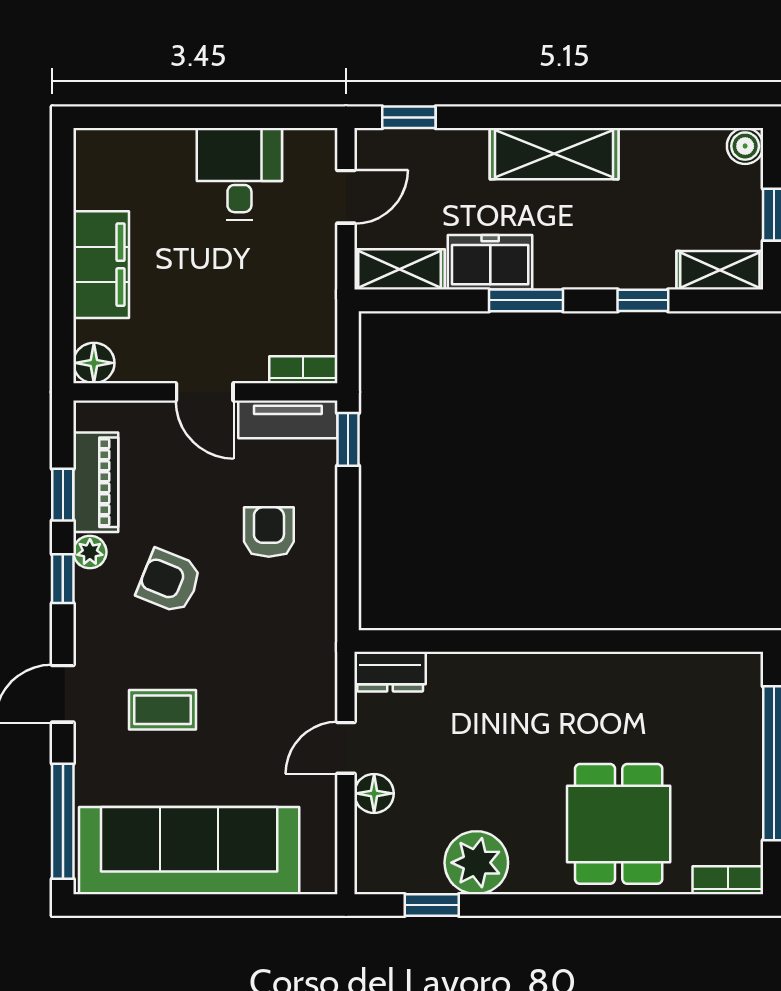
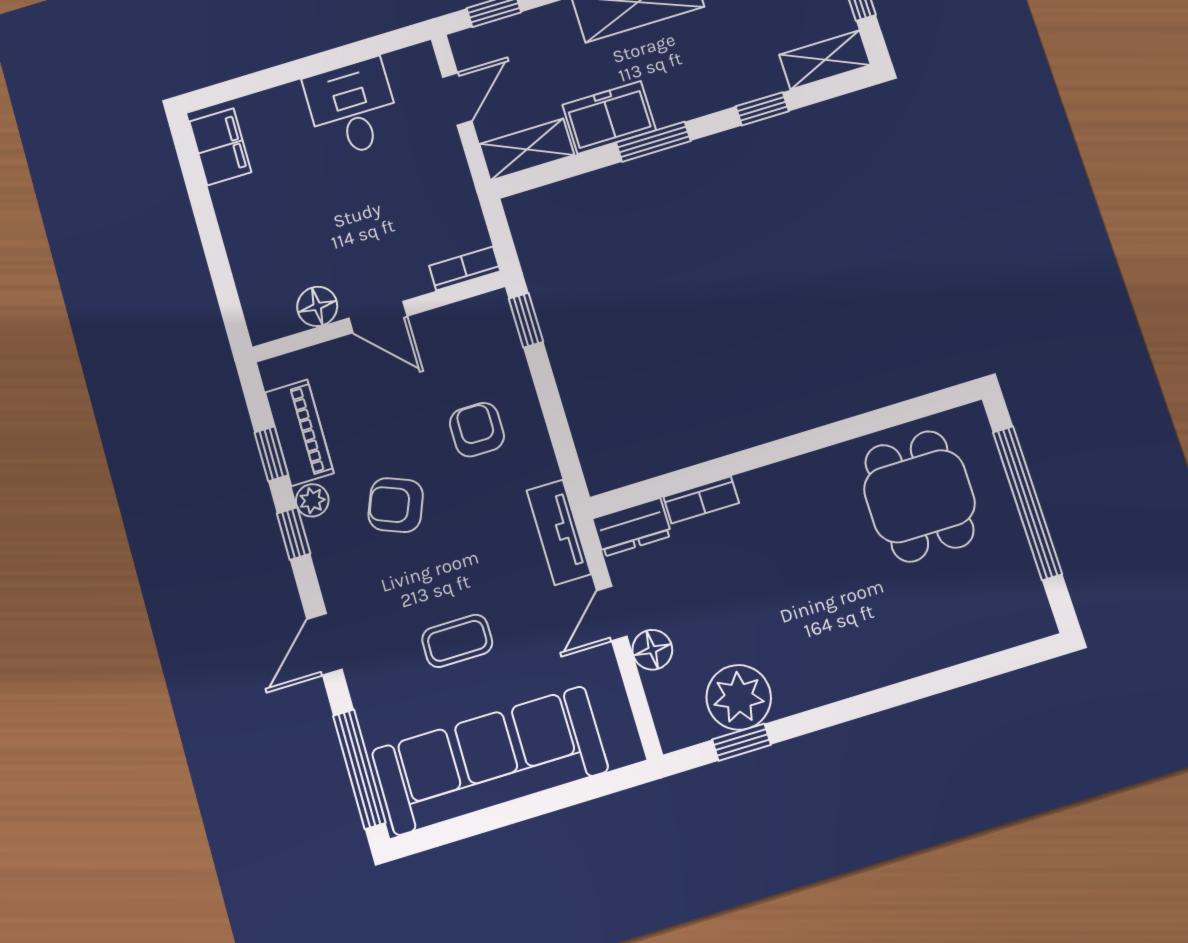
filing cabinet: (101, 265) -> (220, 147), moved, width x0.67, depth x0.86
floor lamp: (94, 363) -> (317, 306), moved
tv unit: (288, 419) -> (559, 532), moved, turned 90
coffee table: (163, 710) -> (457, 641), moved
dining table: (619, 824) -> (919, 496), moved
plant: (476, 863) -> (739, 697), moved
bookcase: (728, 880) -> (701, 500), moved, turned 180

